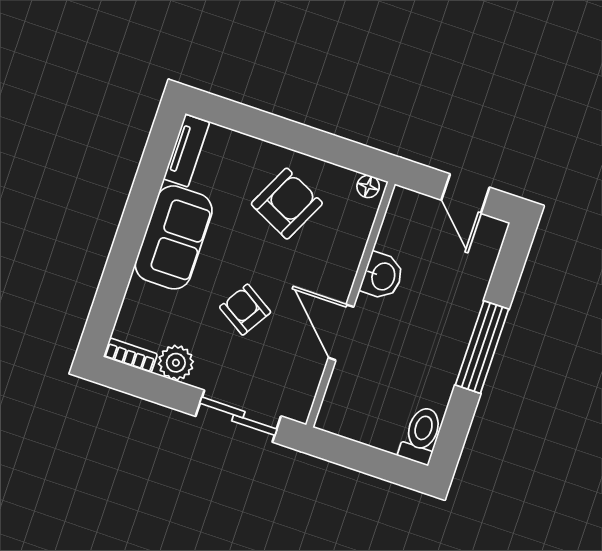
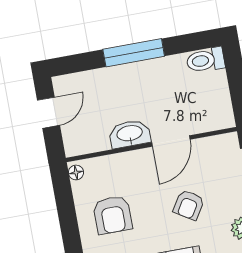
armchair: (287, 204) -> (113, 215), turned -116
washbasin: (382, 276) -> (130, 134), width x1.38

